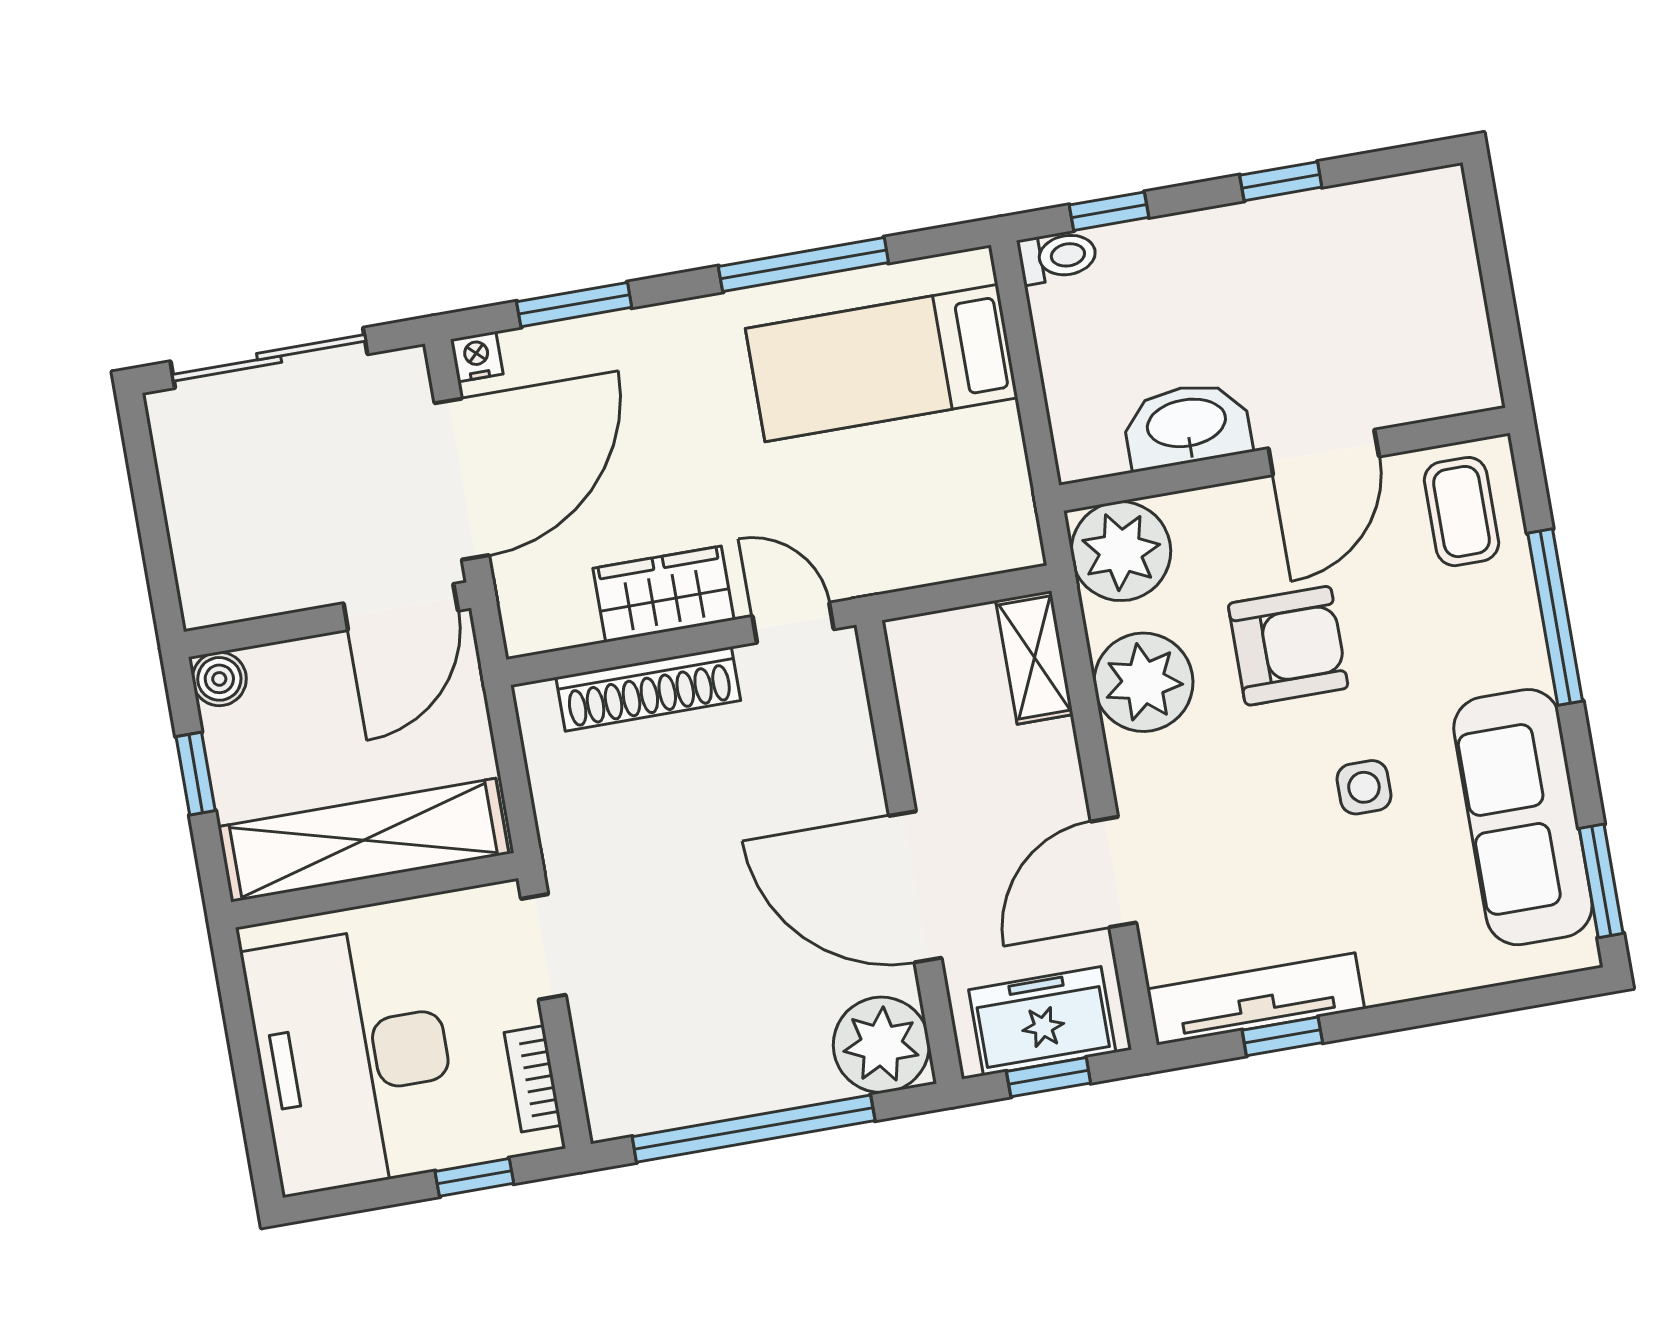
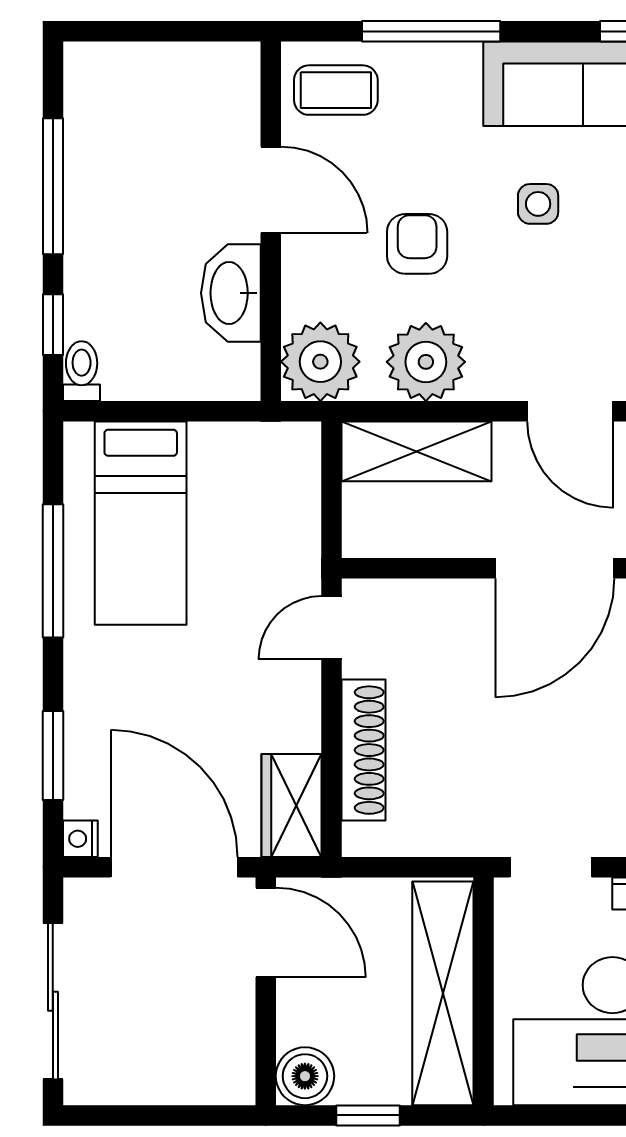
window: (1281, 181) -> (53, 186), width x2.17
wardrobe: (663, 594) -> (292, 805), moved
armchair: (1288, 646) -> (417, 244), width x0.72, depth x0.72
shelving: (1034, 657) -> (417, 451), width x1.50, depth x1.33
boiler: (219, 679) -> (305, 1076), width x1.36, depth x1.36

